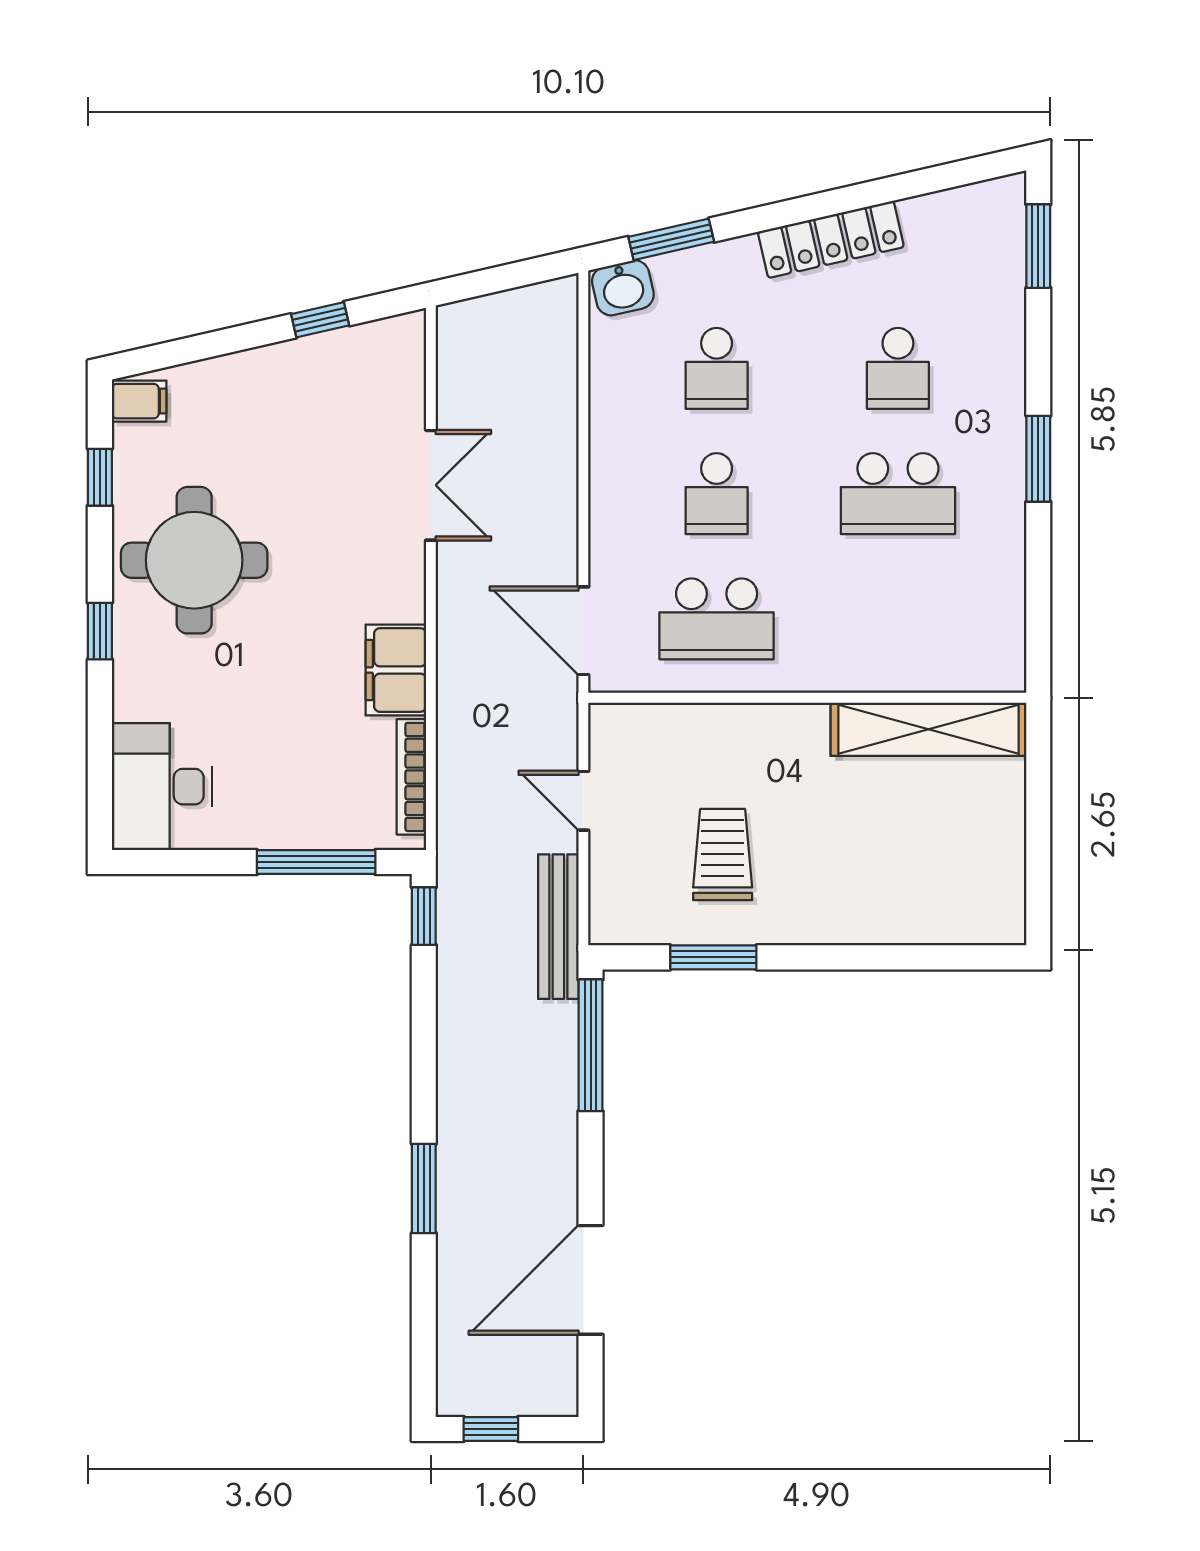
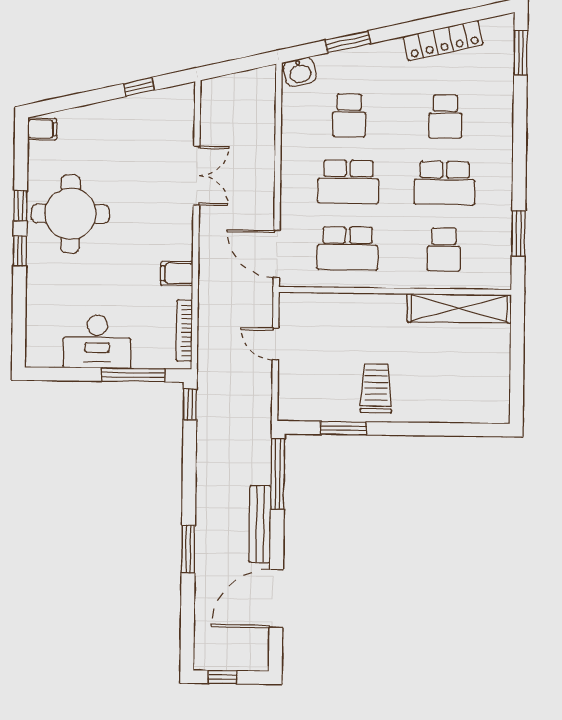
window: (671, 239) -> (348, 42), moved
locker: (831, 239) -> (443, 41), moved
window: (1038, 459) -> (518, 233), moved
window: (100, 477) -> (20, 206), moved
school desk: (717, 494) -> (348, 182), width x1.85
school desk: (898, 619) -> (444, 250), added
filing cabinet: (396, 670) -> (177, 273), width x0.50
desk: (162, 787) -> (97, 342), moved, turned -90
trolley: (723, 855) -> (376, 388), moved
bench: (558, 927) -> (260, 524), moved

